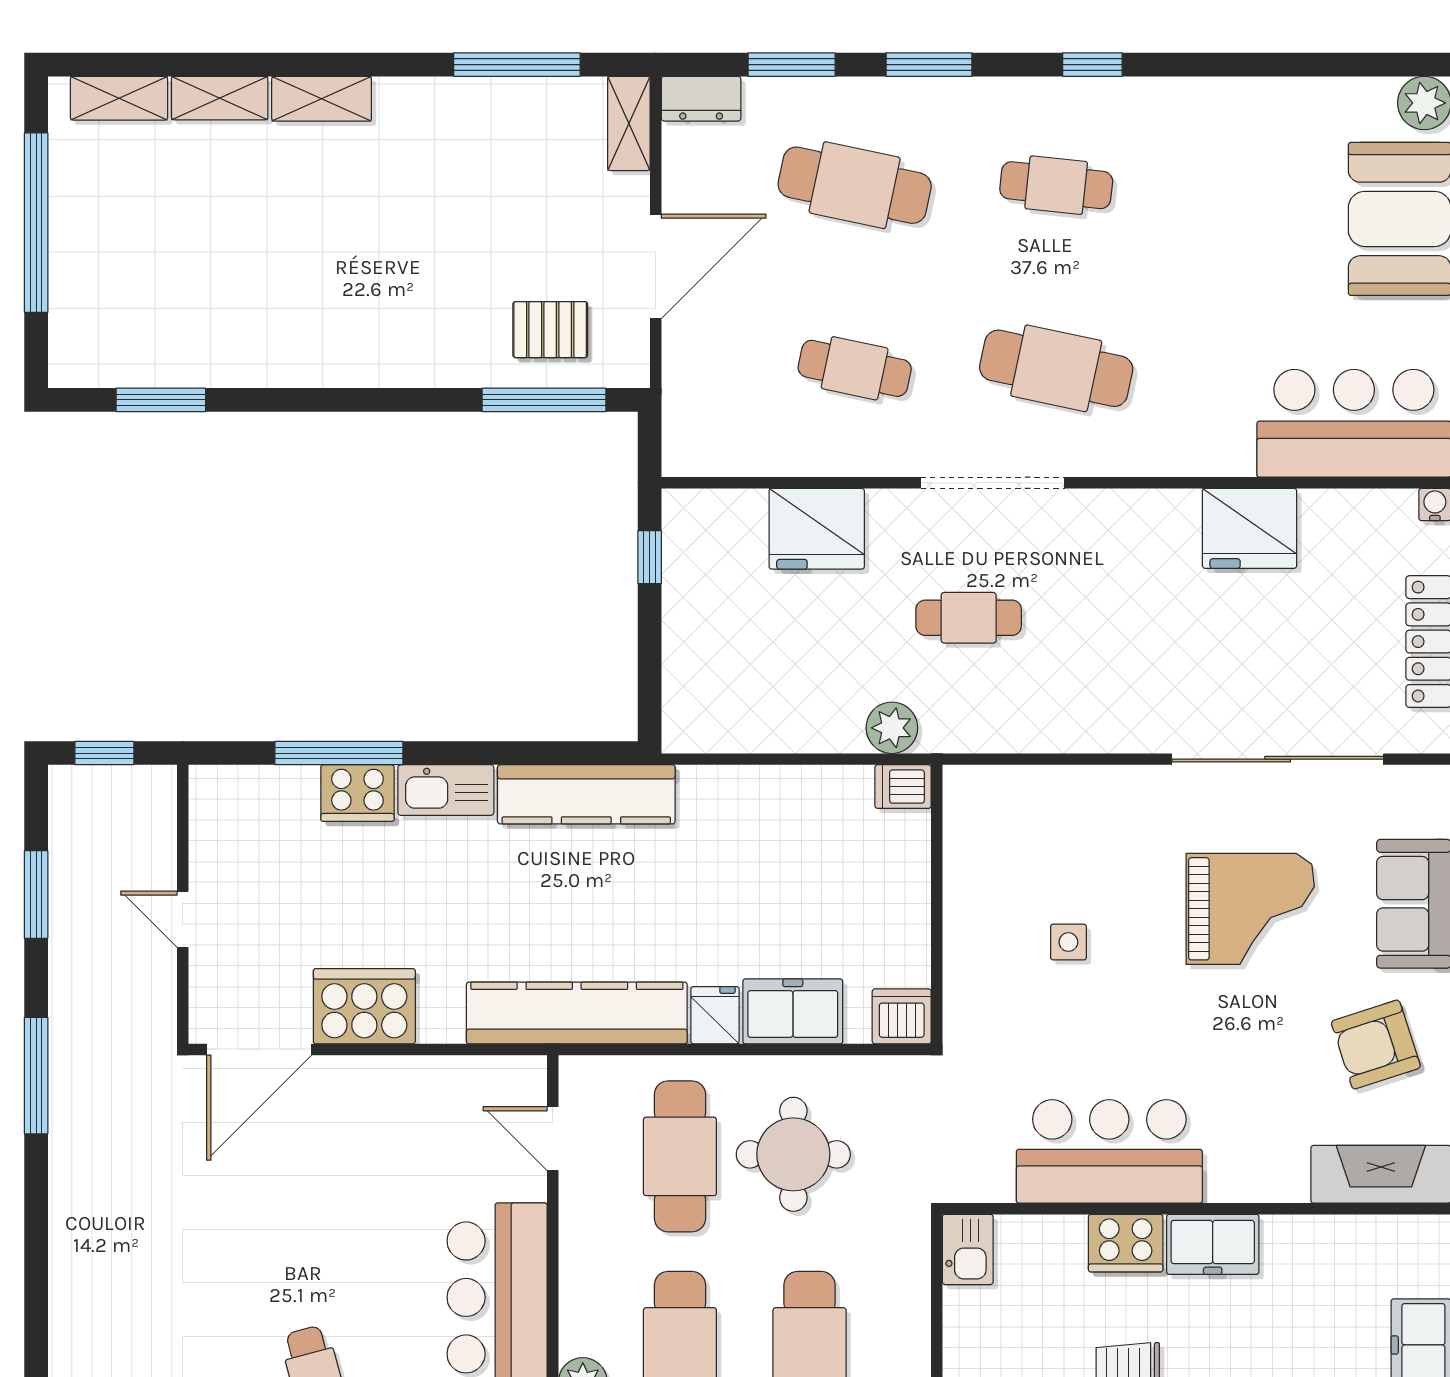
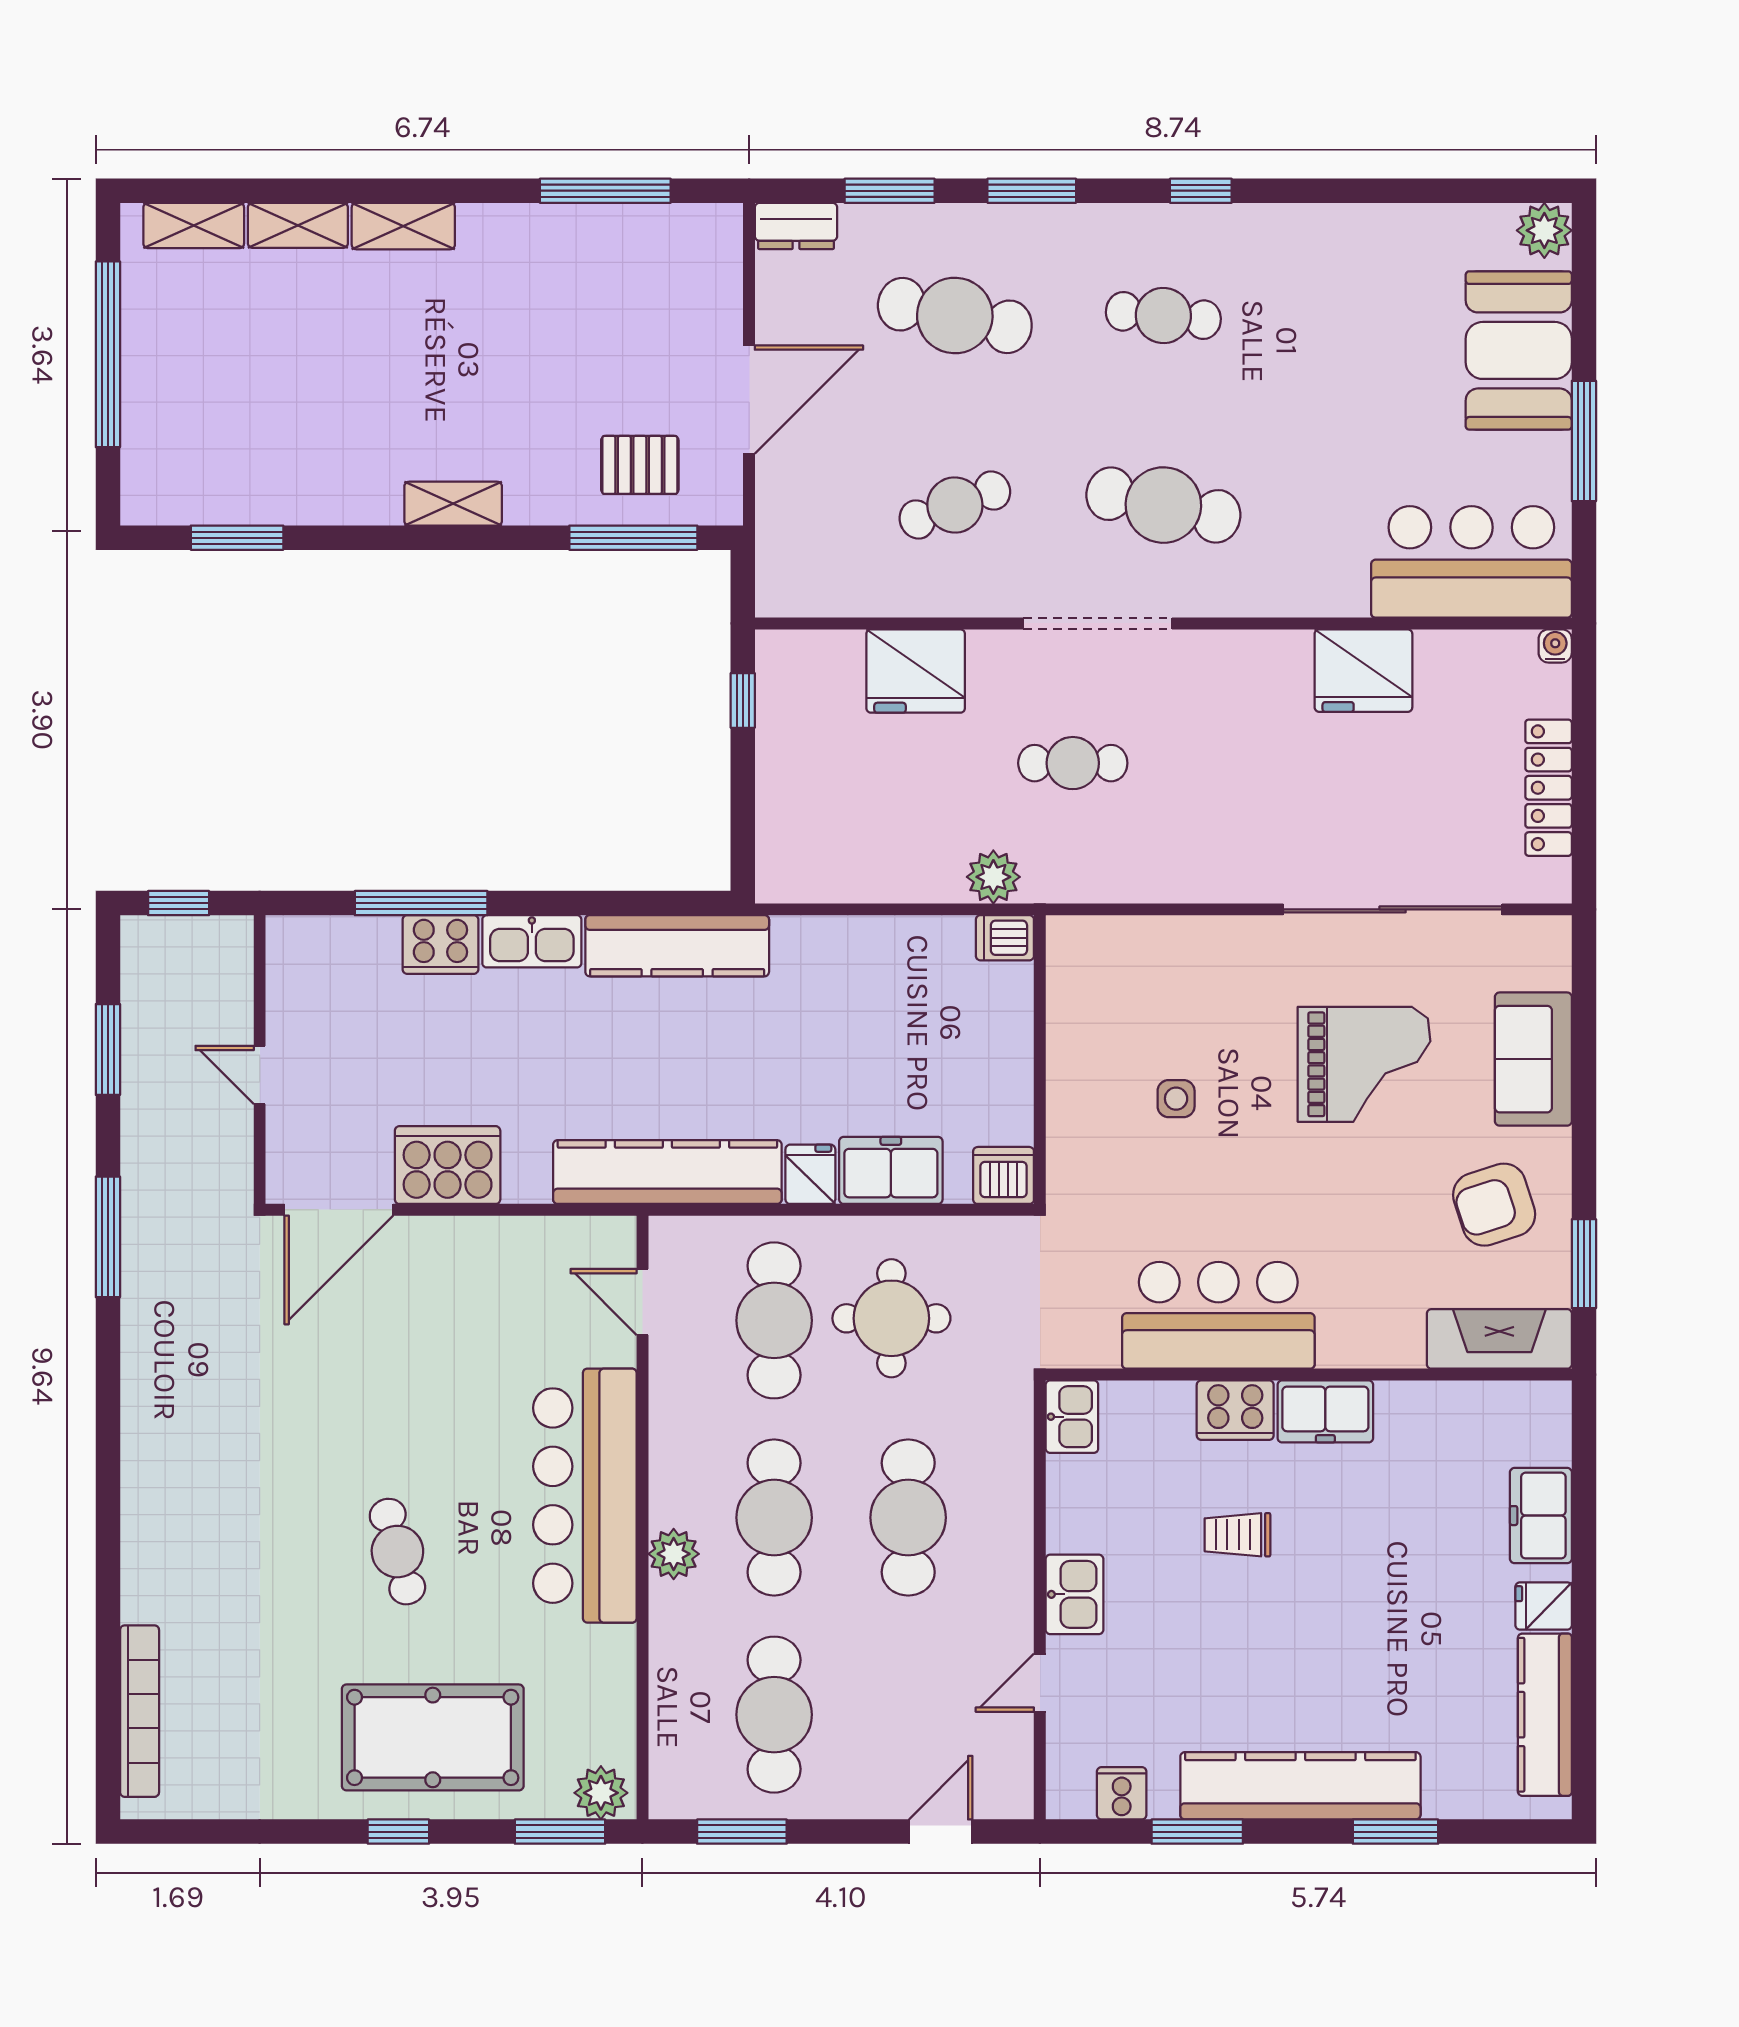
shelving: (629, 123) -> (453, 504), moved, turned 90
cafe table: (855, 368) -> (955, 505), turned -33

